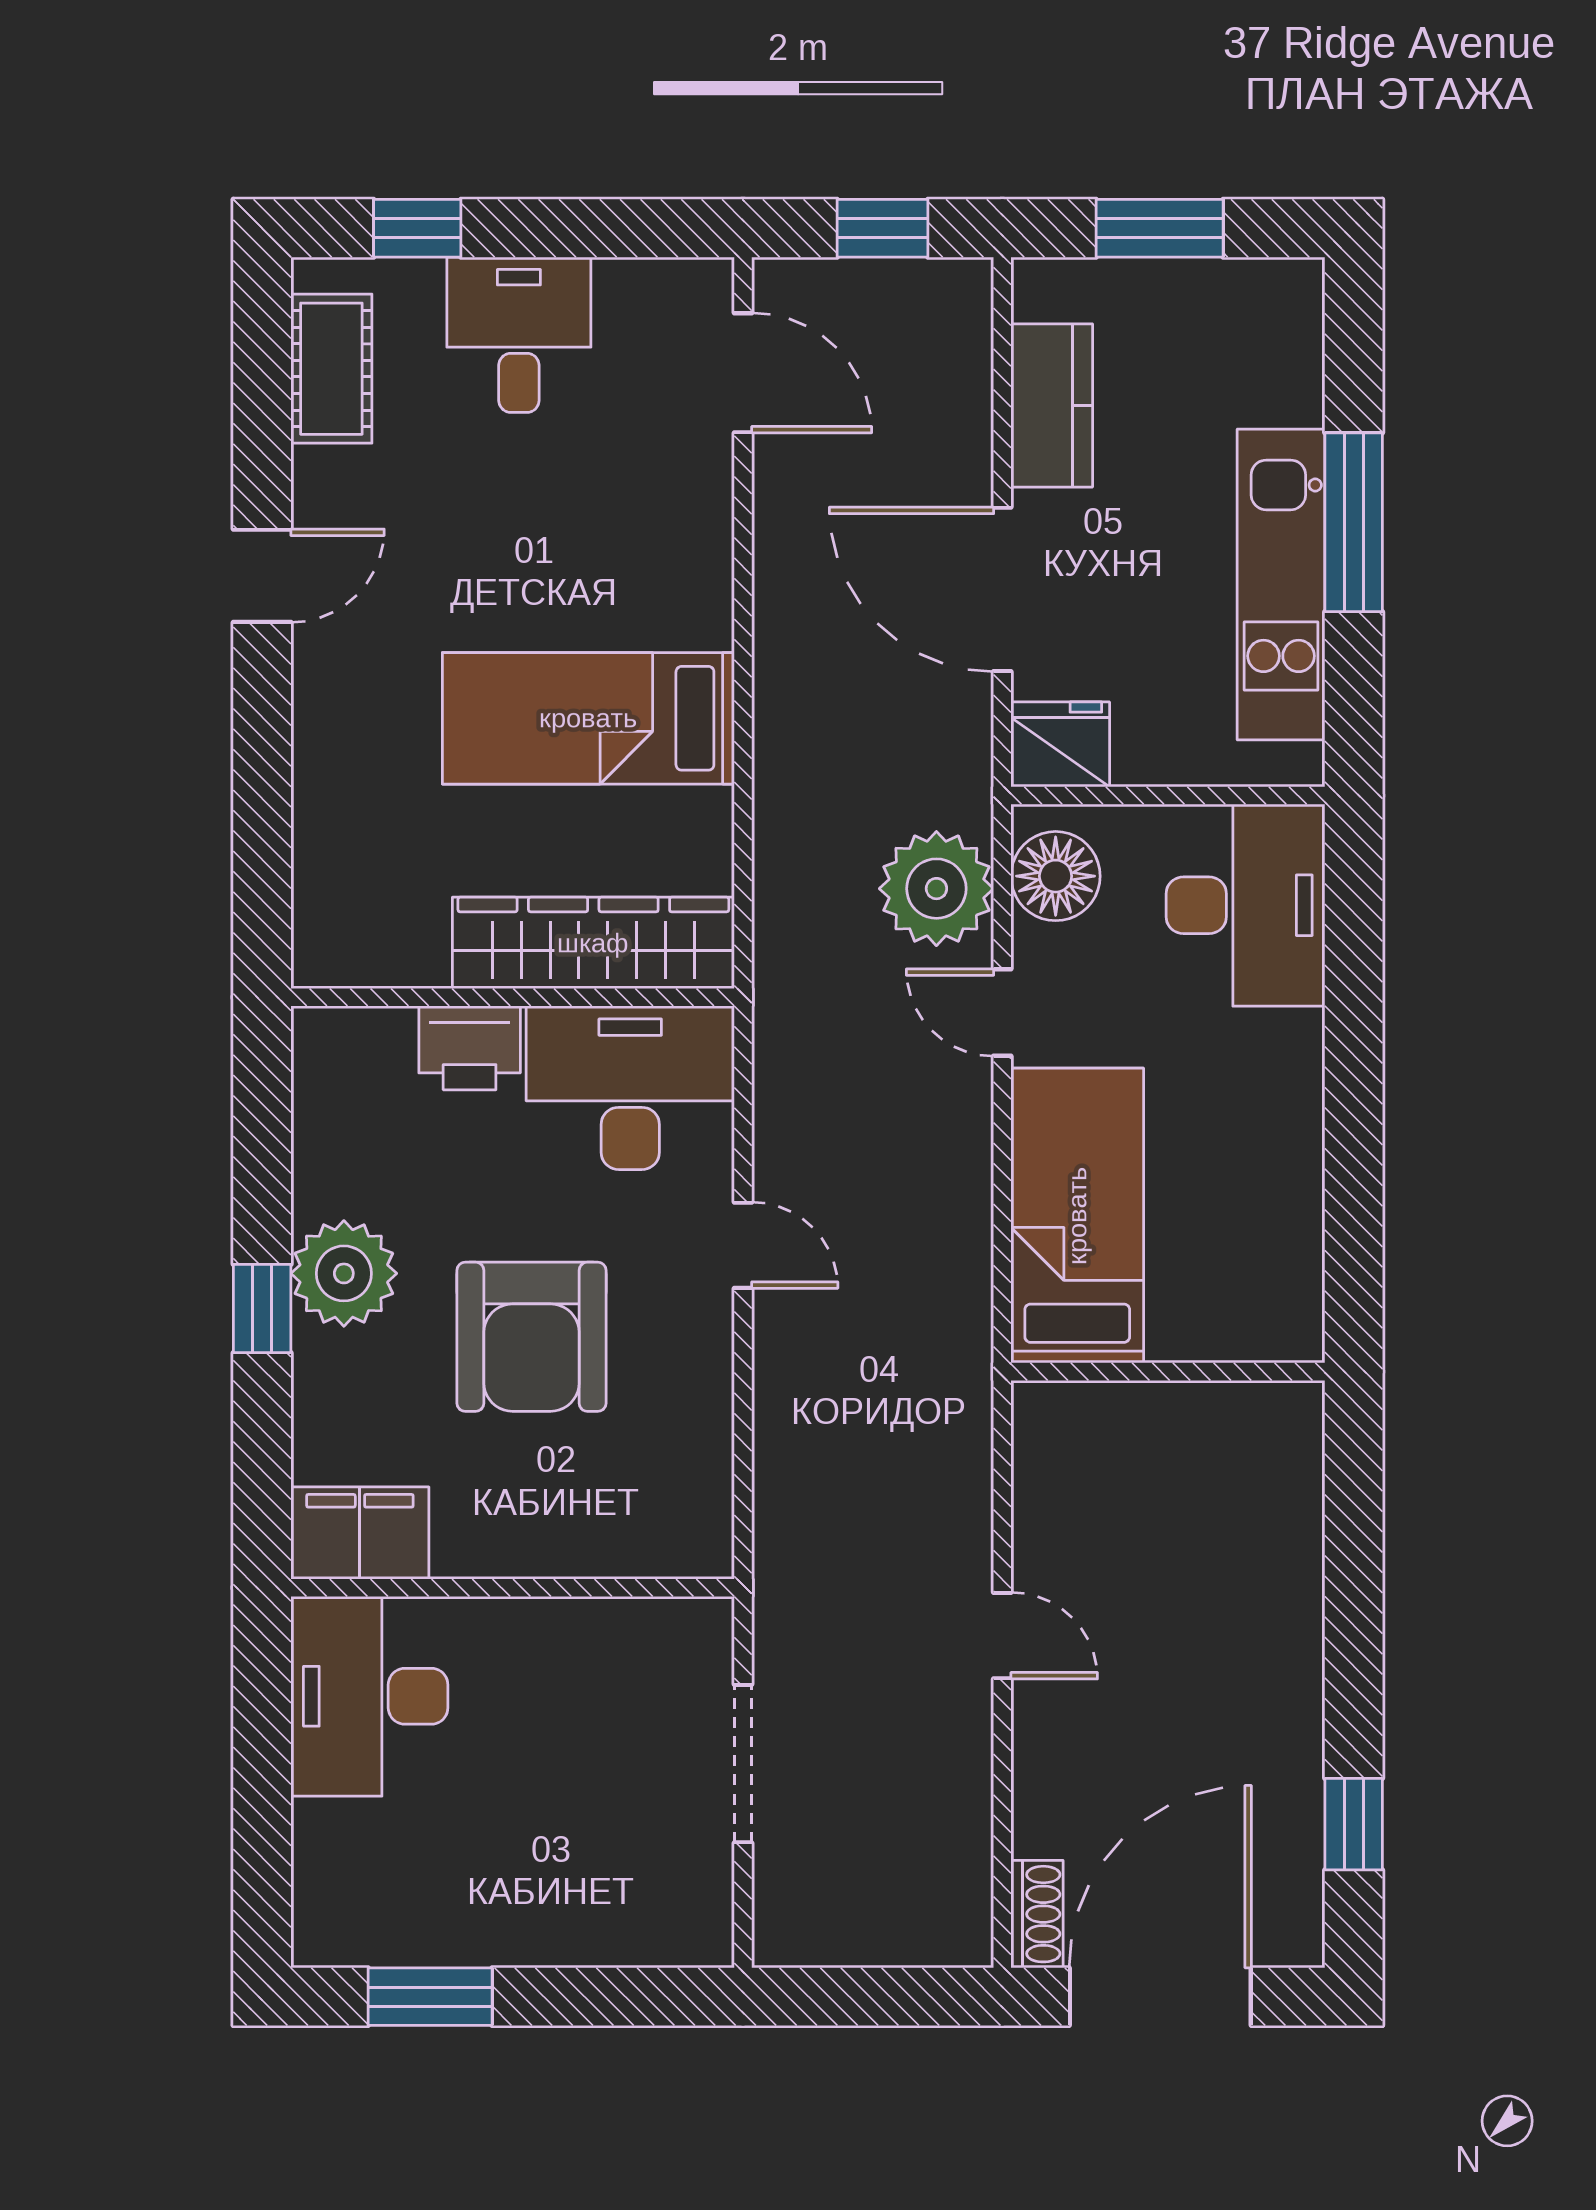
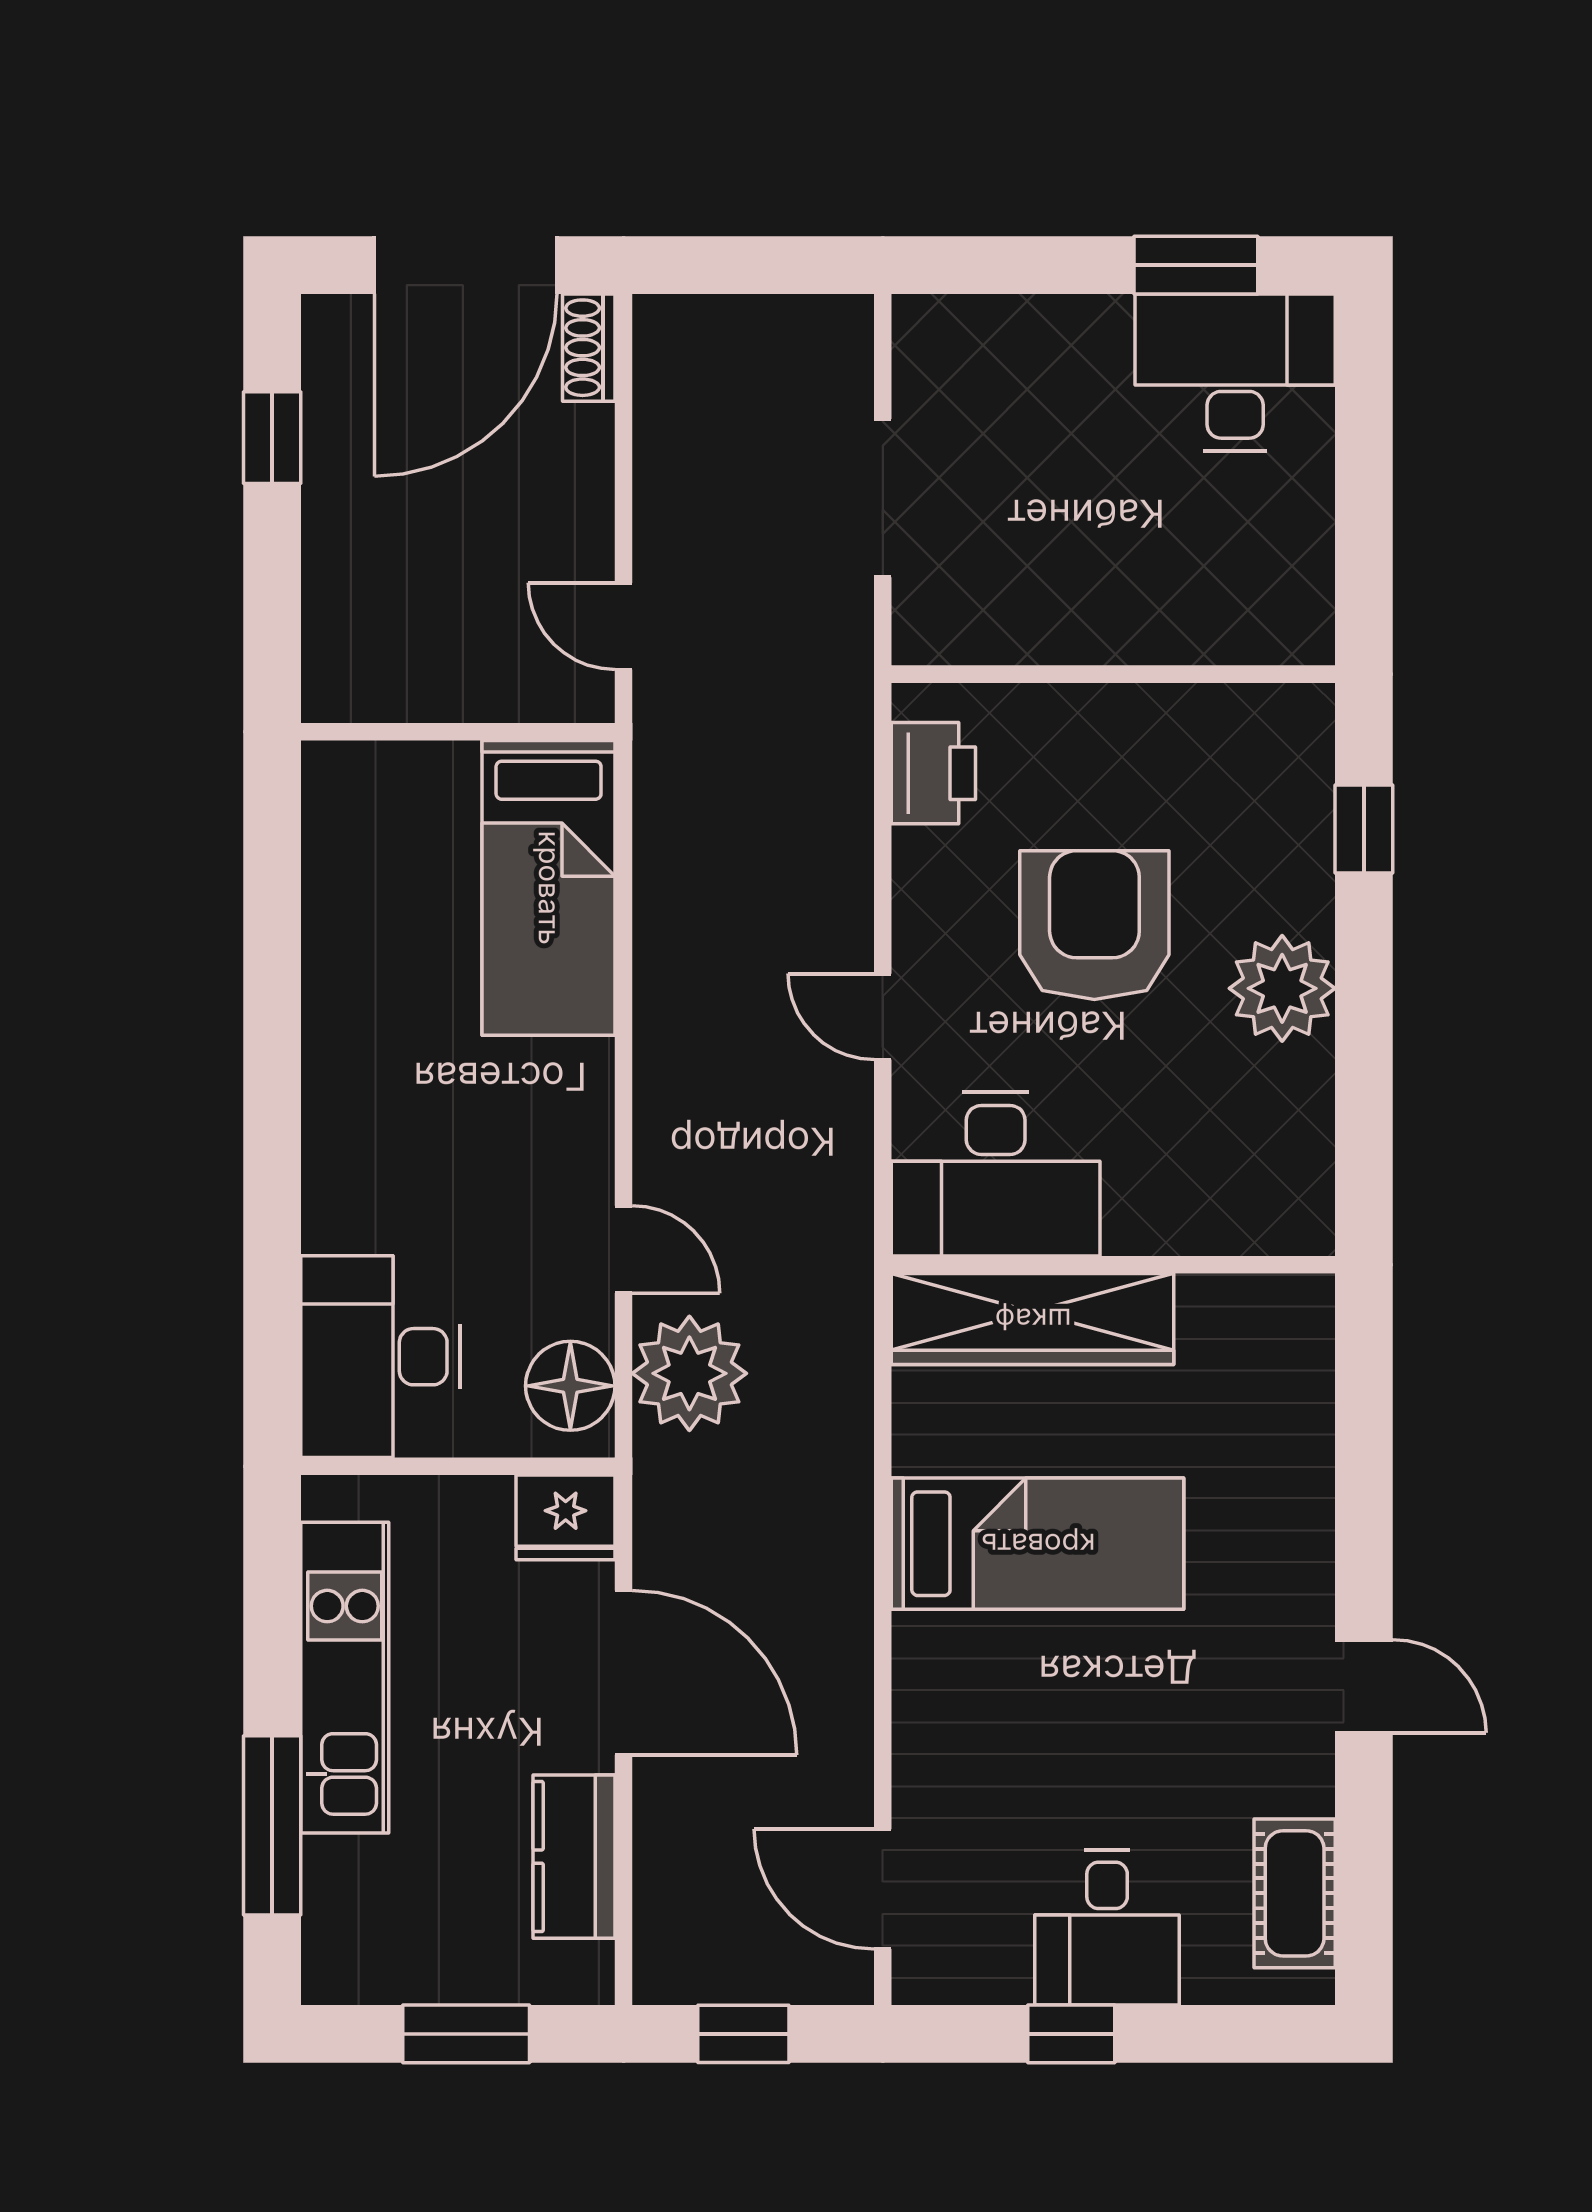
window: (417, 228) -> (1071, 2034), moved
window: (1354, 522) -> (272, 1825), moved
door: (262, 576) -> (1364, 1686), swing flipped
printer: (470, 1048) -> (933, 773), moved, turned 90
bed: (1077, 1216) -> (549, 888), moved
window: (262, 1308) -> (1364, 829), moved
wall: (1168, 1372) -> (458, 732), moved
filing cabinet: (360, 1533) -> (1266, 729), removed
desk: (369, 1696) -> (1235, 372), moved, turned -90

